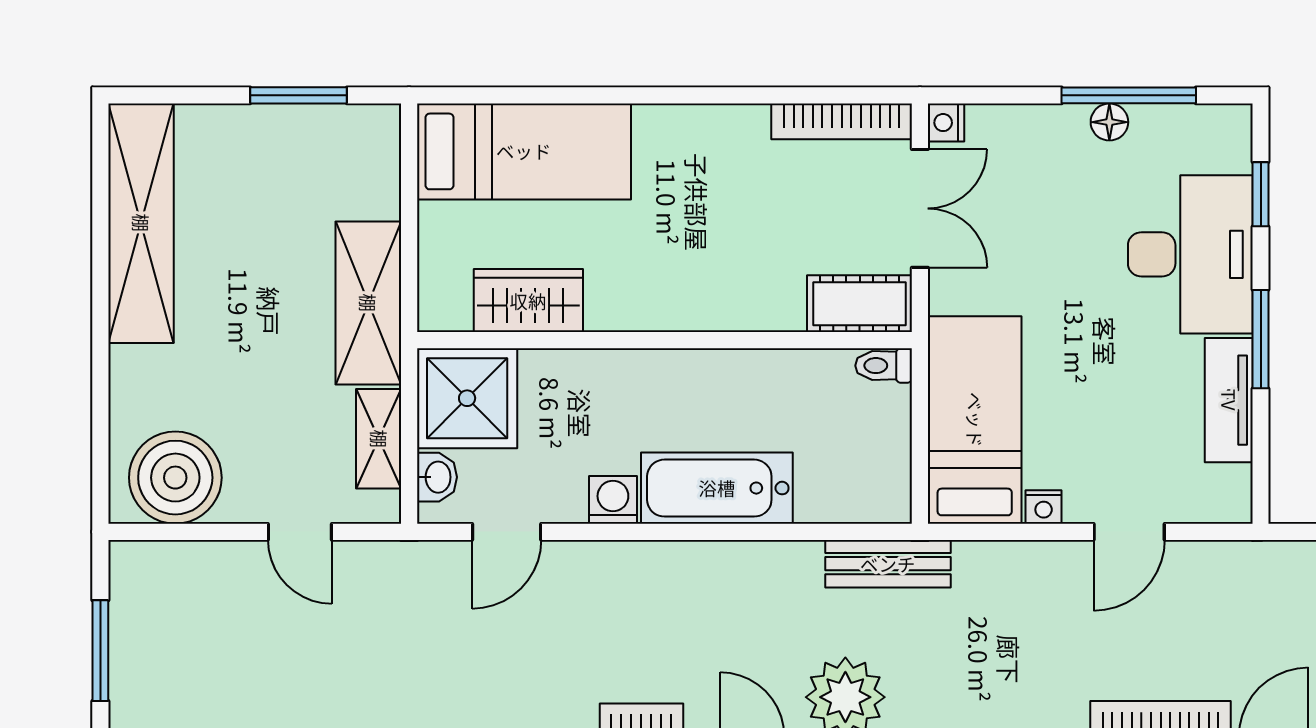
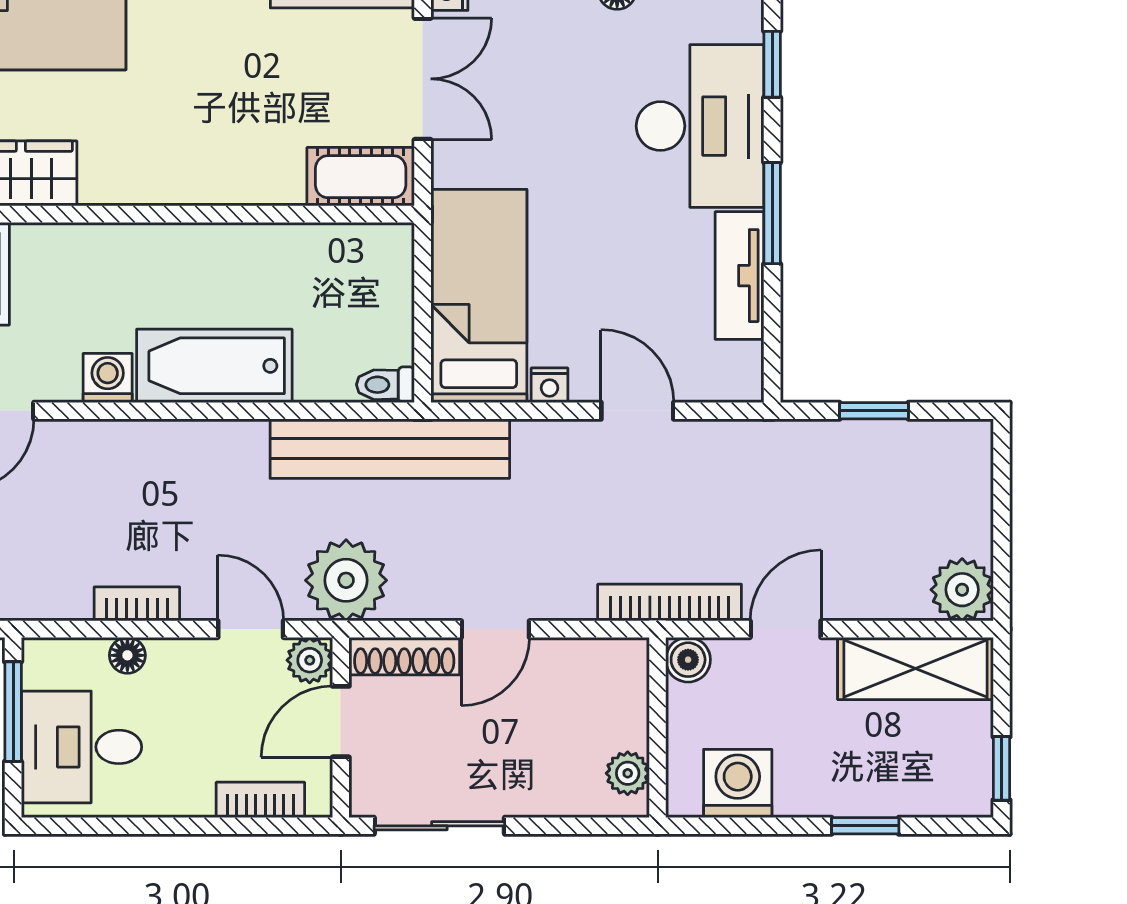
toilet: (884, 366) -> (385, 385), moved
door: (1129, 532) -> (637, 411), swing flipped
bench: (888, 564) -> (390, 449), width x1.86, depth x1.21

